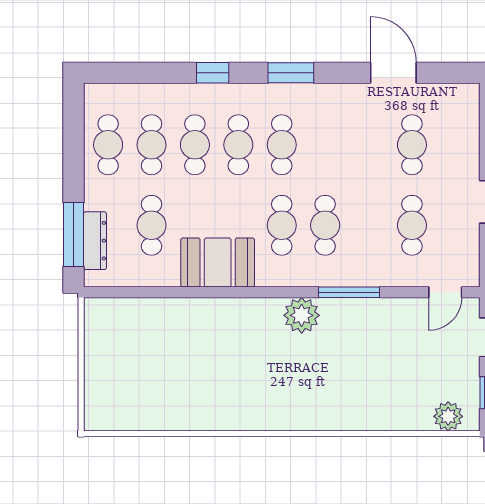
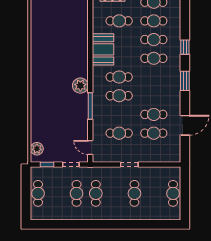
cafe table: (282, 145) -> (154, 114), moved

